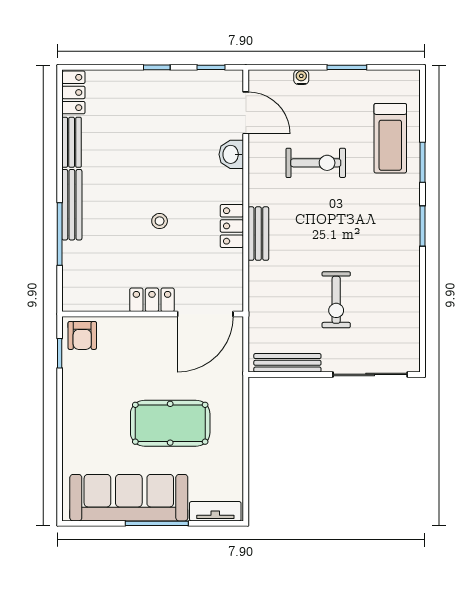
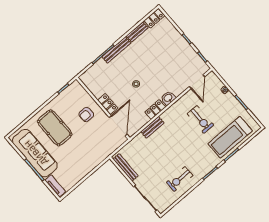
treadmill: (390, 138) -> (230, 137), width x1.37, depth x1.38
washbasin: (231, 154) -> (168, 98), moved
bench: (258, 234) -> (152, 127), moved
exercise bike: (336, 300) -> (180, 179), moved
door: (205, 314) -> (118, 126), swing flipped
armchair: (82, 335) -> (86, 114), moved
pool table: (170, 423) -> (55, 128), moved

